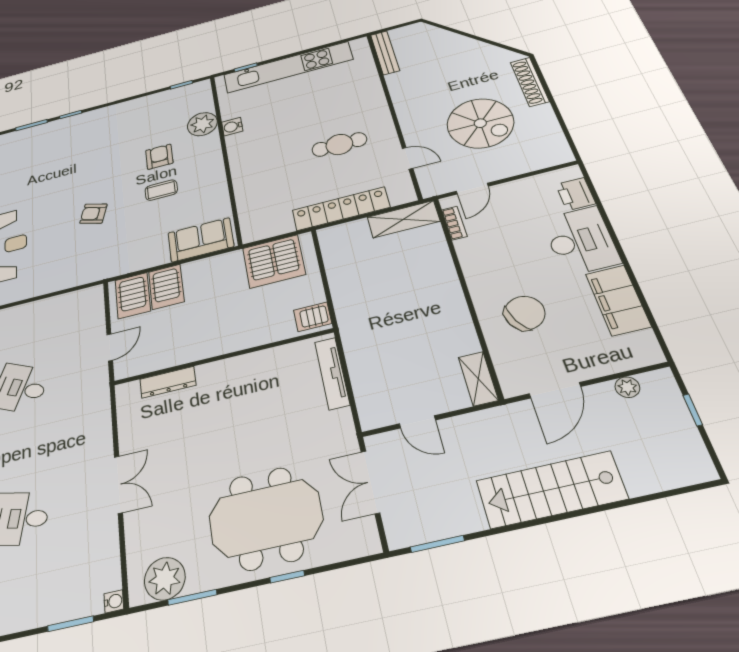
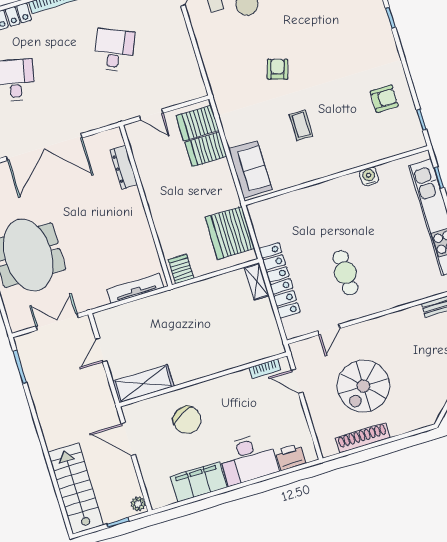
shoe rack: (530, 82) -> (363, 438), moved
plant: (202, 124) -> (373, 149), removed
armchair: (159, 157) -> (384, 99), moved
shelving: (403, 219) -> (257, 281), moved, width x0.67, depth x0.75
shelving: (478, 379) -> (143, 384), width x1.50, depth x1.33
plant: (627, 387) -> (138, 504), moved
double door: (118, 484) -> (44, 147), width x1.87
stairs: (551, 490) -> (76, 489), moved

